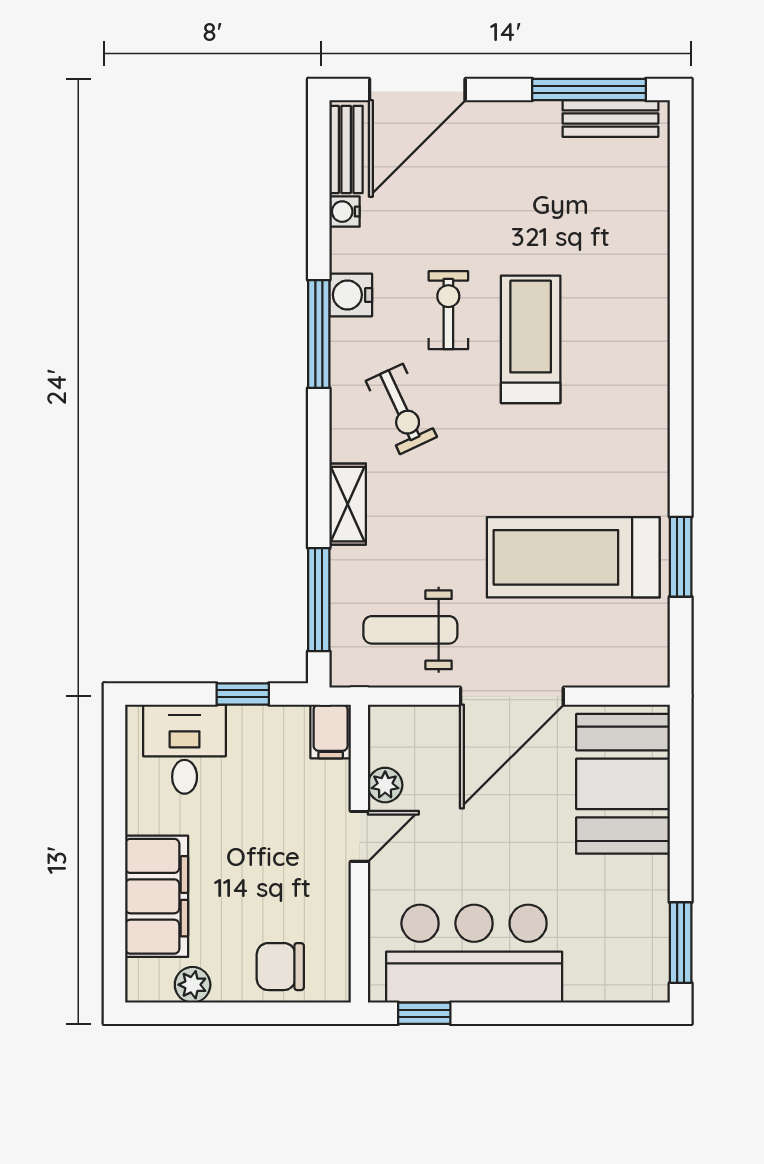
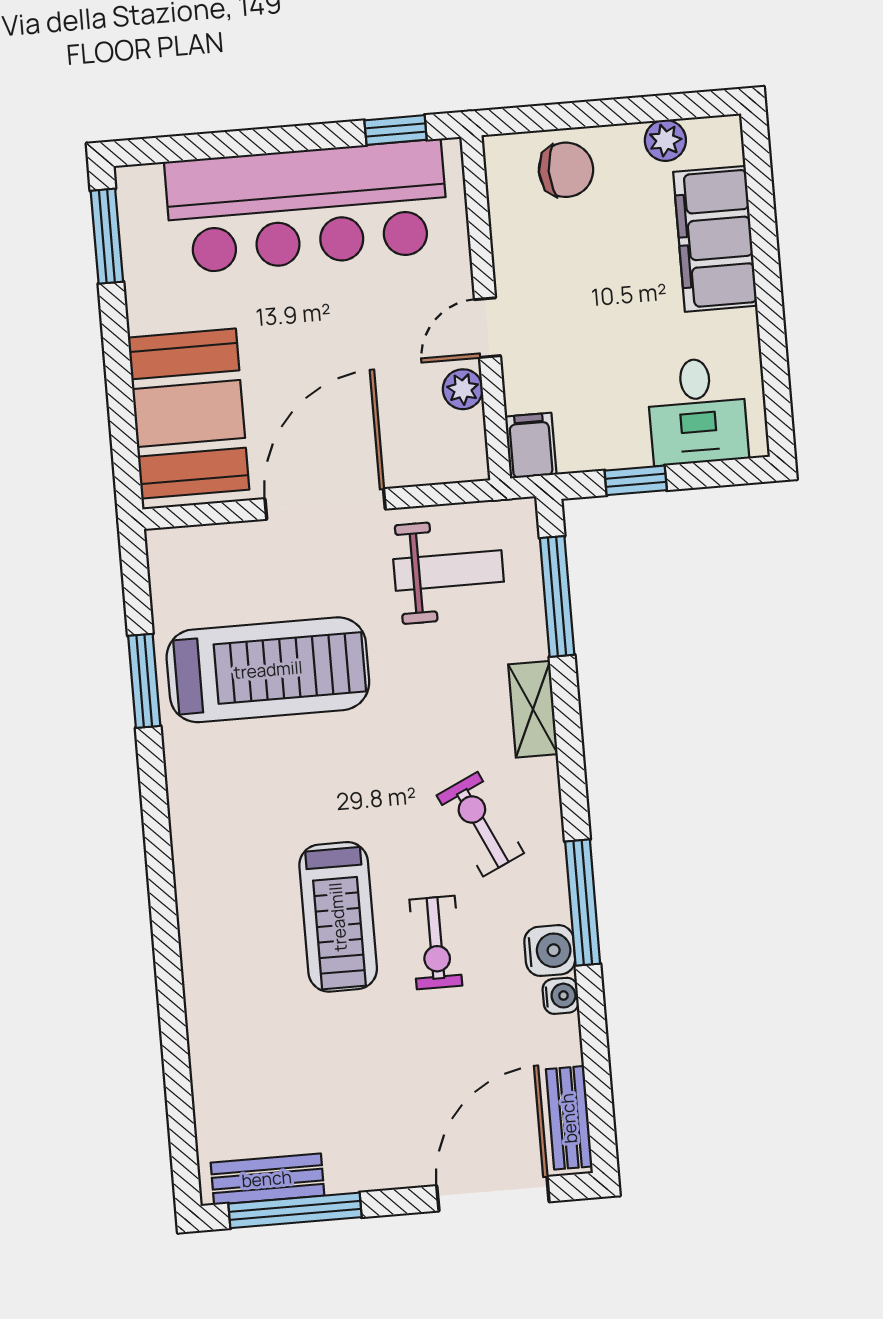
water cooler: (345, 212) -> (561, 996), moved
bar counter: (474, 954) -> (307, 207), width x1.36

